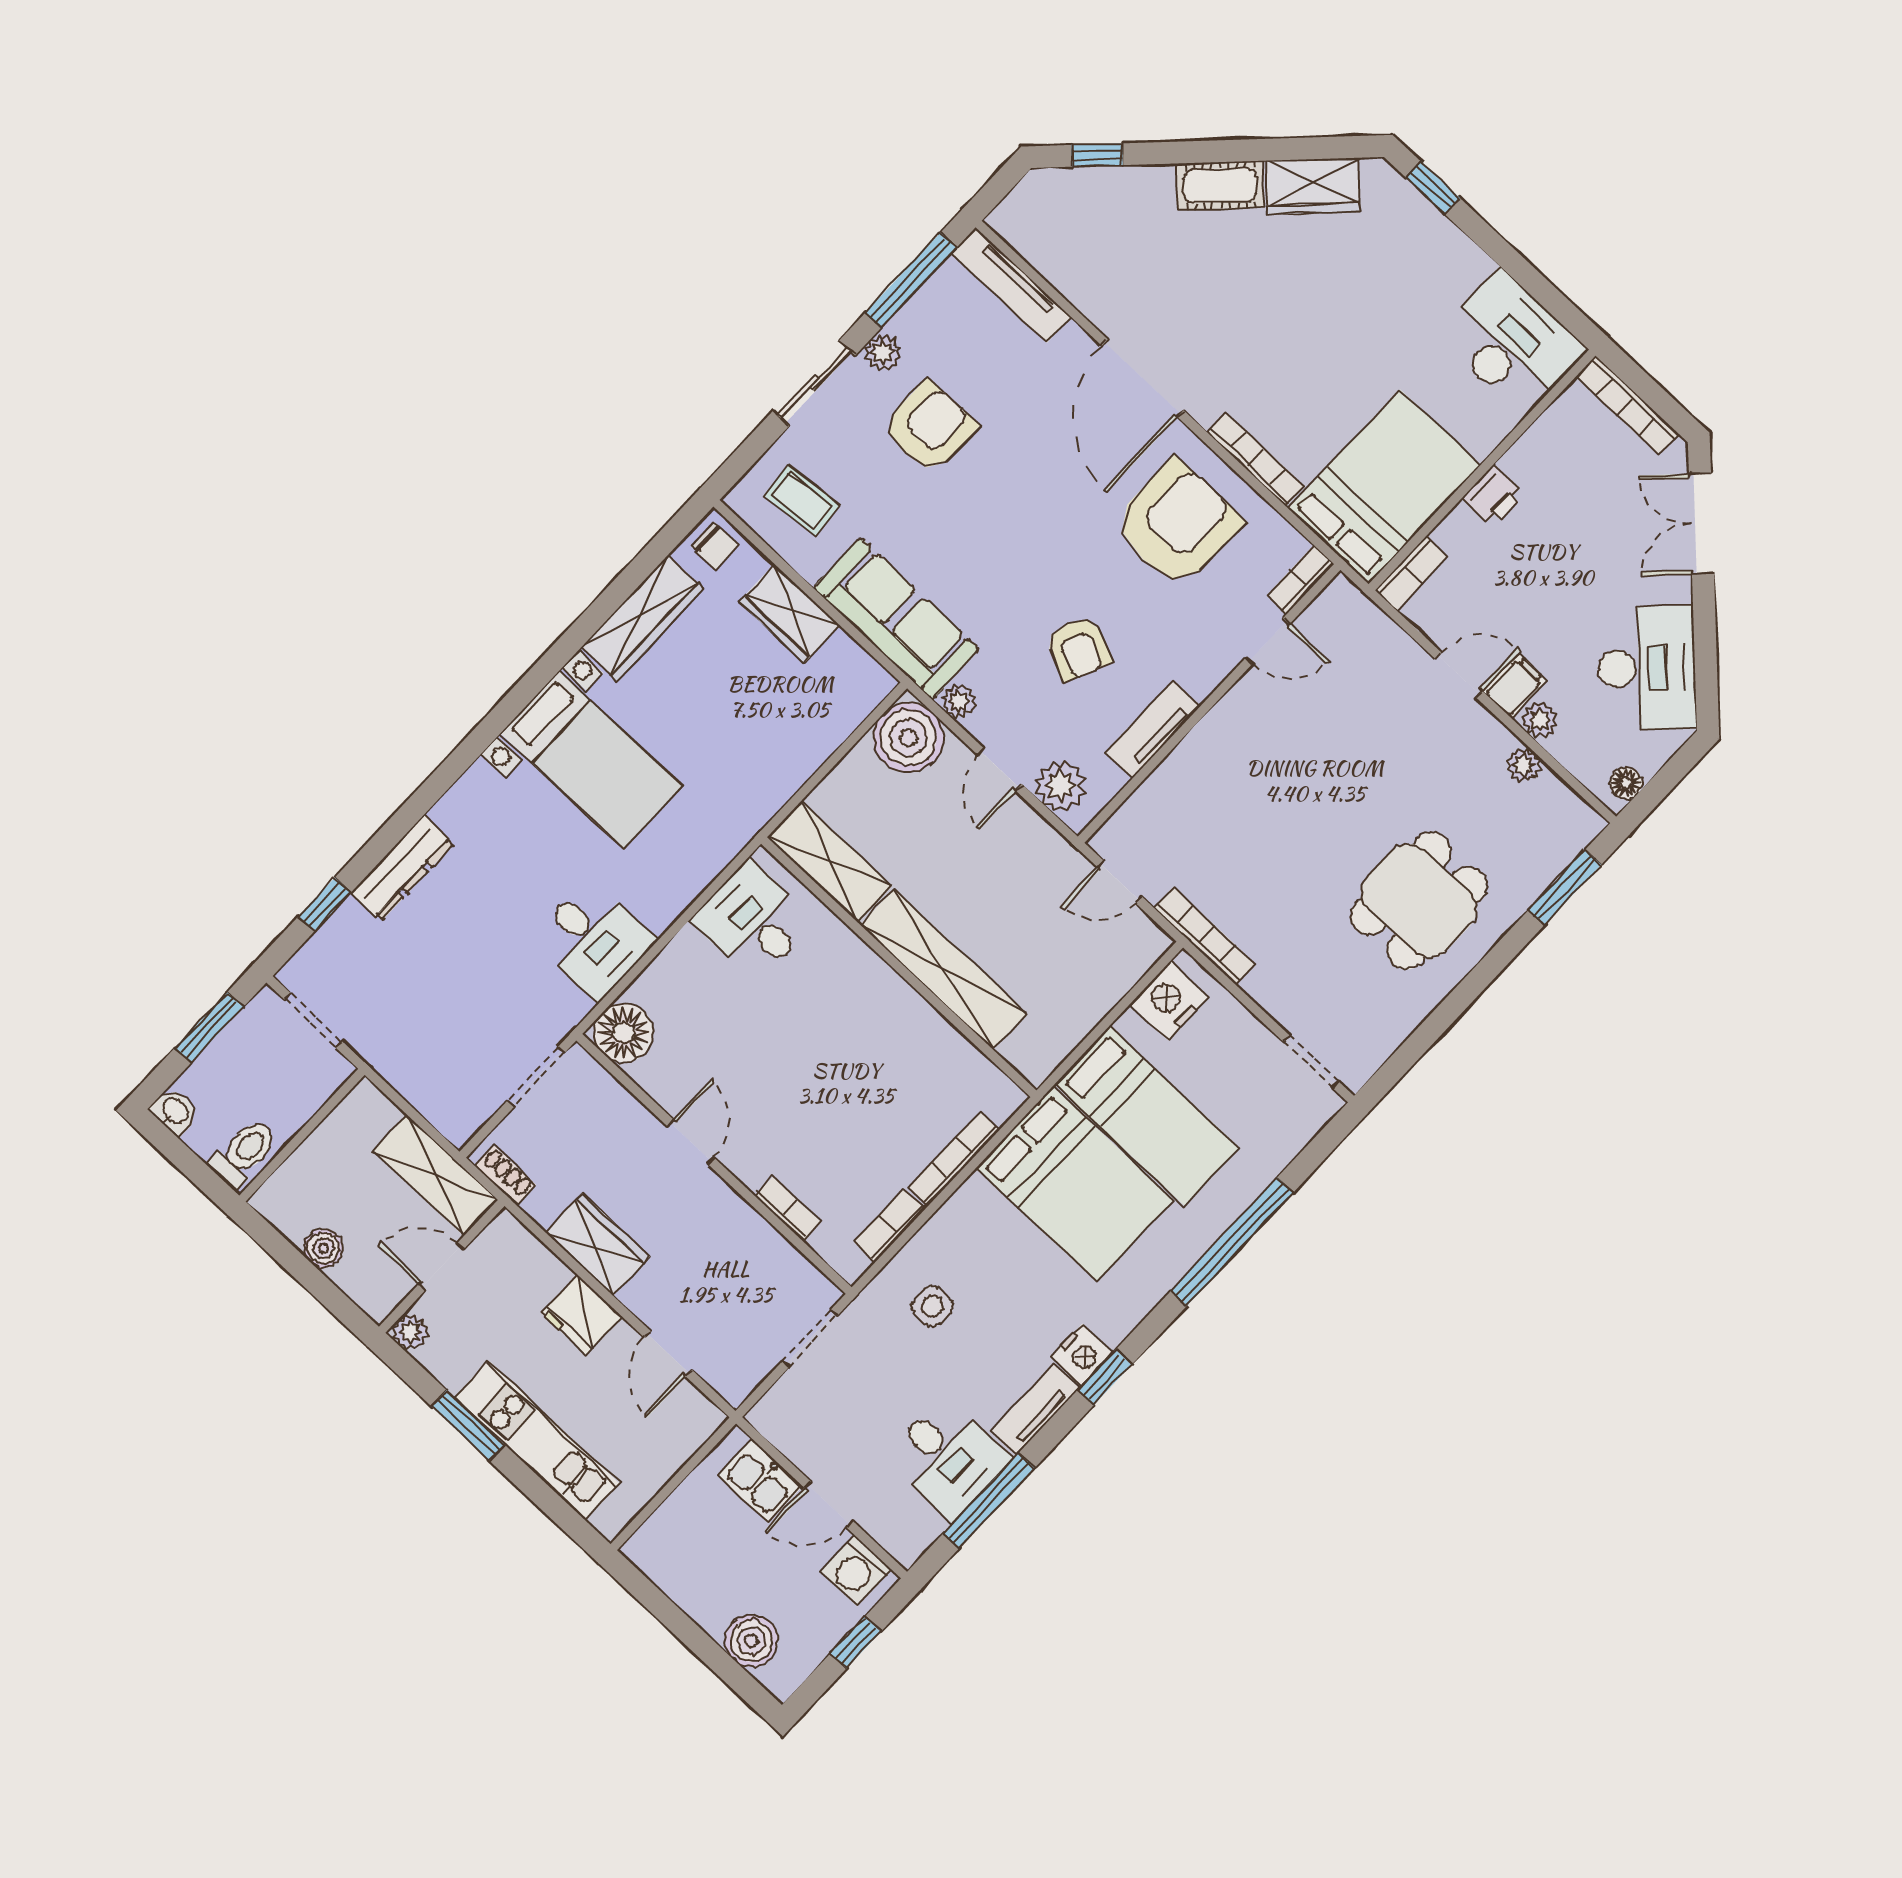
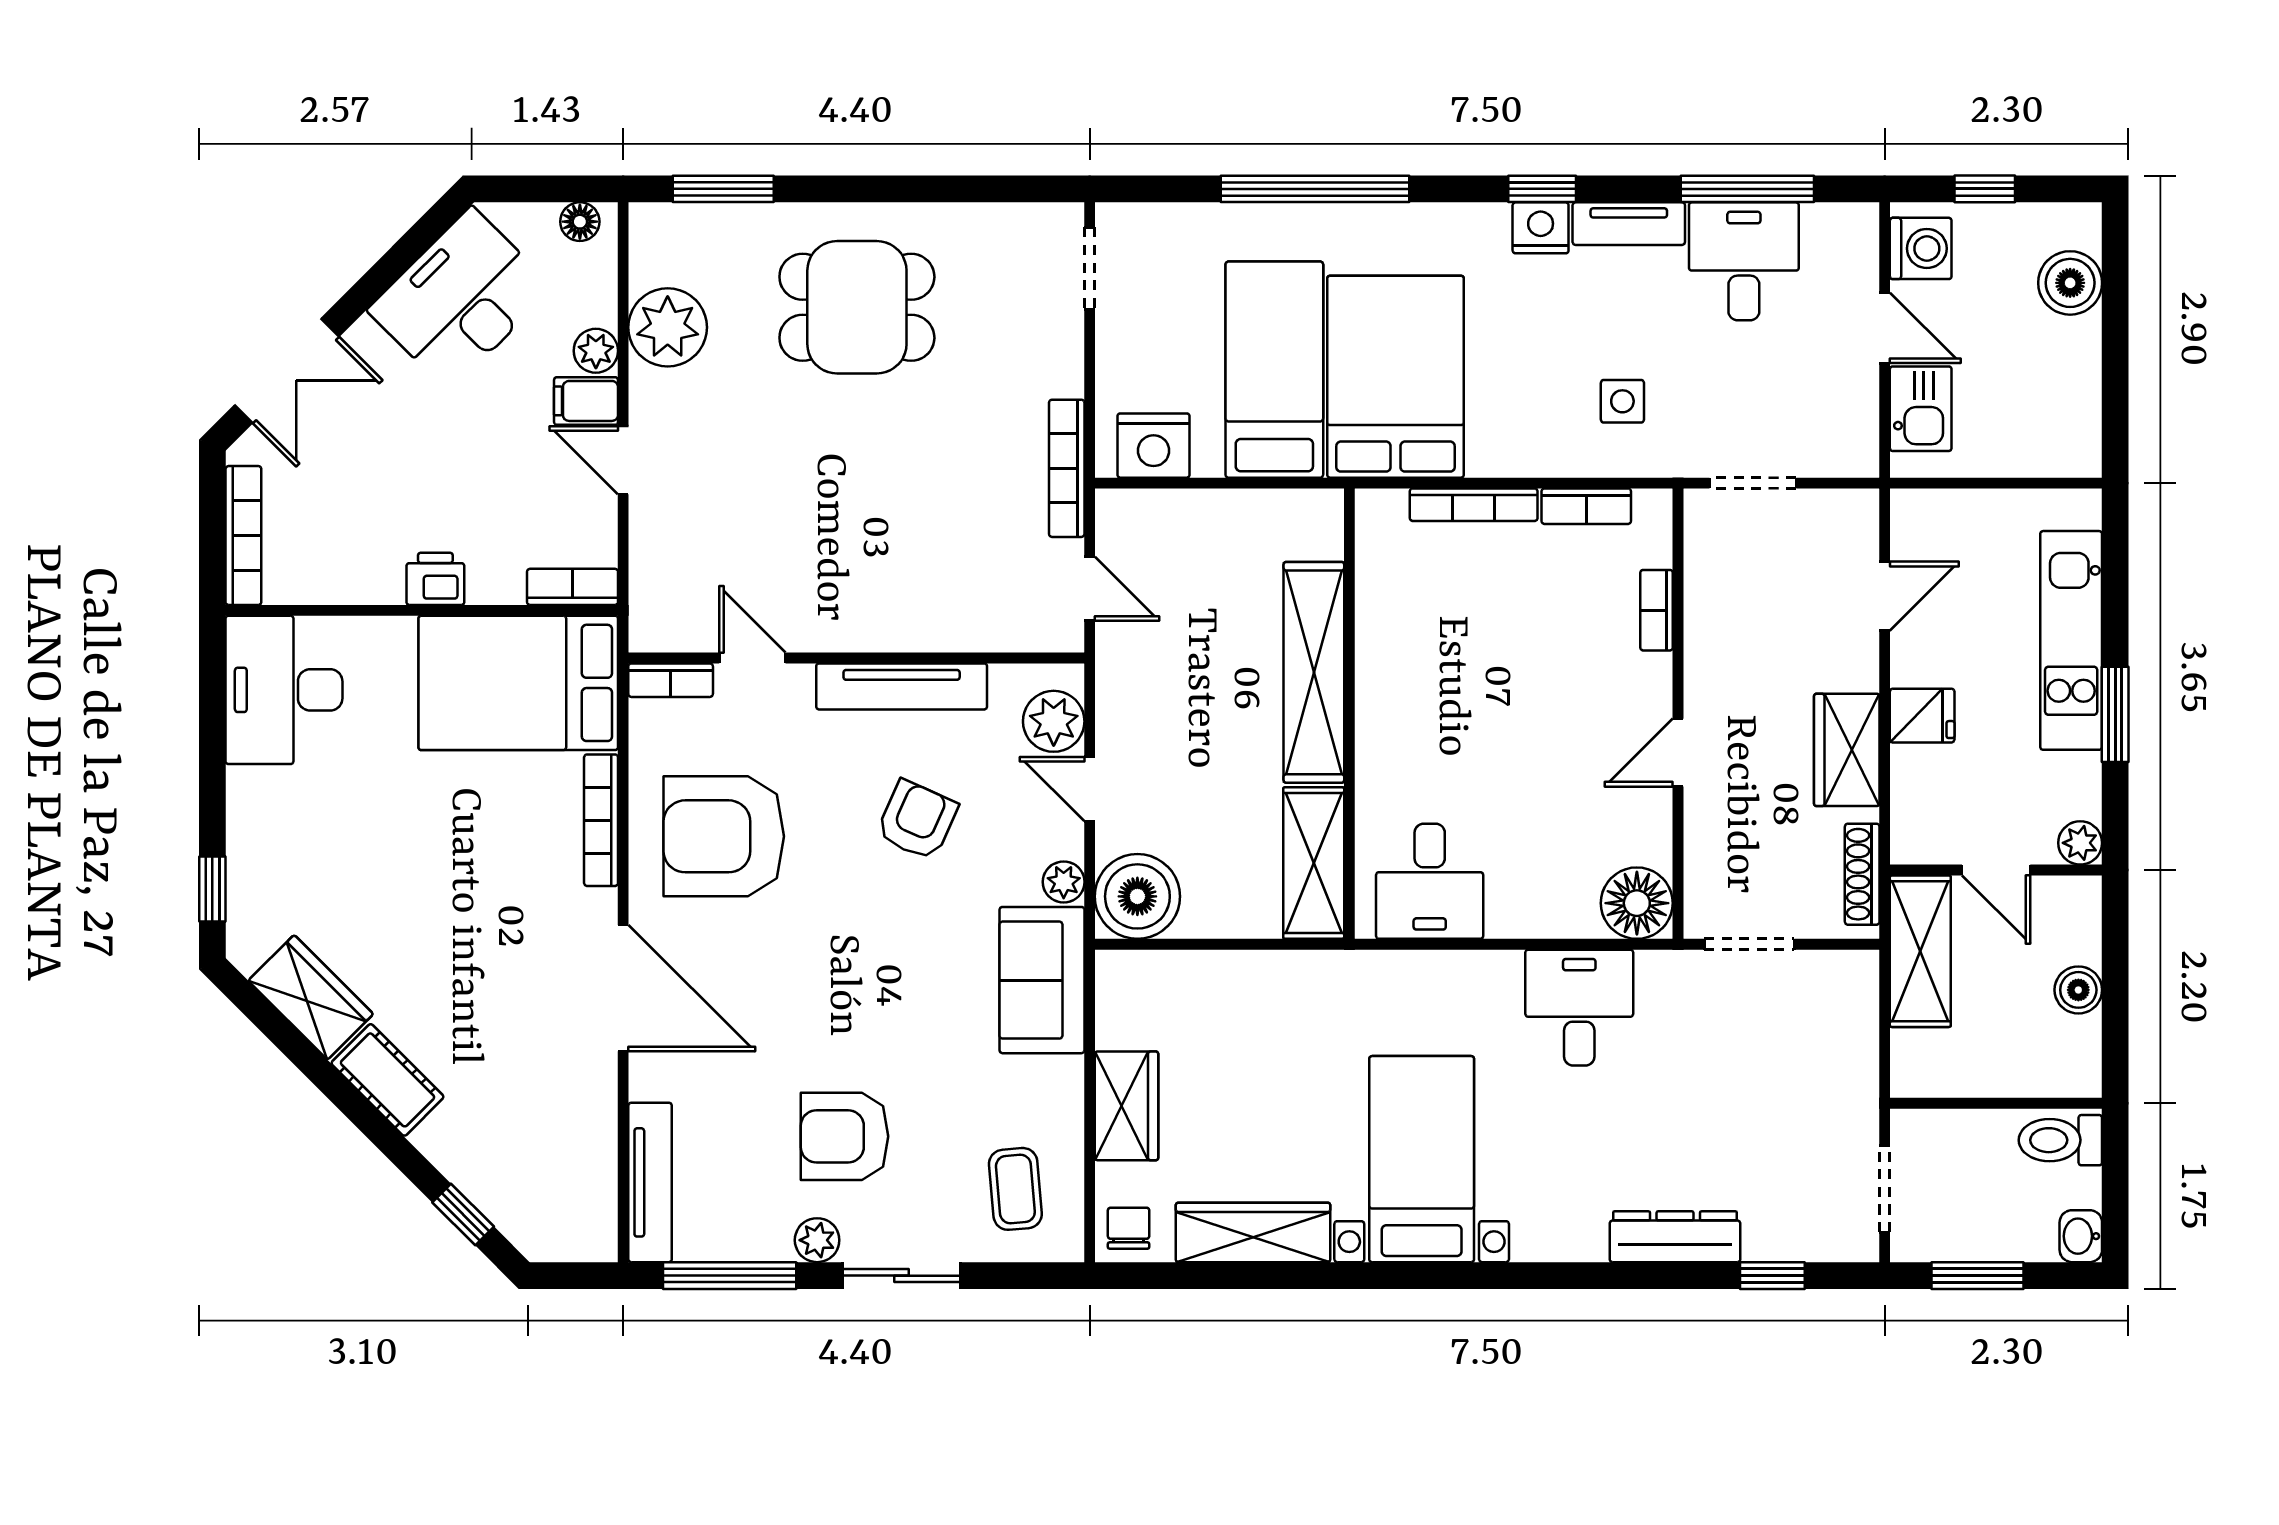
door: (1143, 378) -> (623, 988), hinge flipped
sofa: (896, 619) -> (1042, 980), width x0.73
tv unit: (1153, 729) -> (902, 686), width x1.41
plant: (1524, 765) -> (668, 327), width x1.87, depth x1.87
door: (1000, 769) -> (1090, 789), swing flipped
shoe rack: (505, 1175) -> (1862, 874), width x1.43
fridge: (582, 1315) -> (1922, 716), width x0.72

